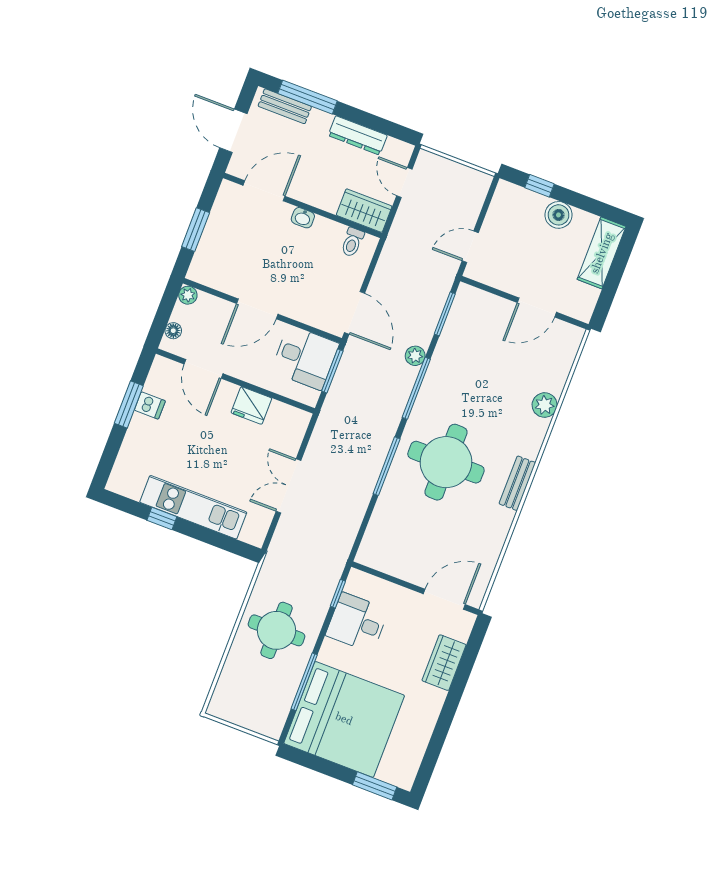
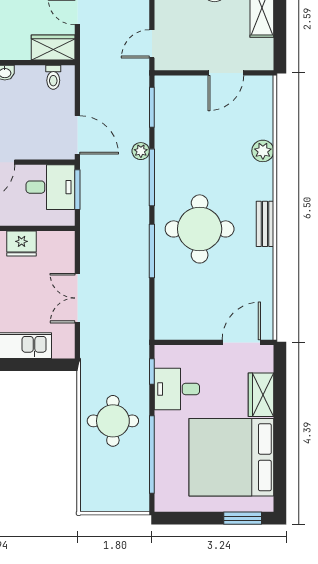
window: (304, 682) -> (152, 454), width x1.46
bed: (344, 719) -> (231, 457), moved, turned 180

